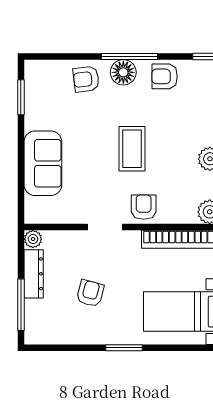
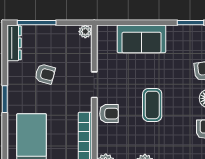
coffee table: (132, 149) -> (152, 105), turned 90
dresser: (34, 274) -> (14, 43), moved, turned -90

